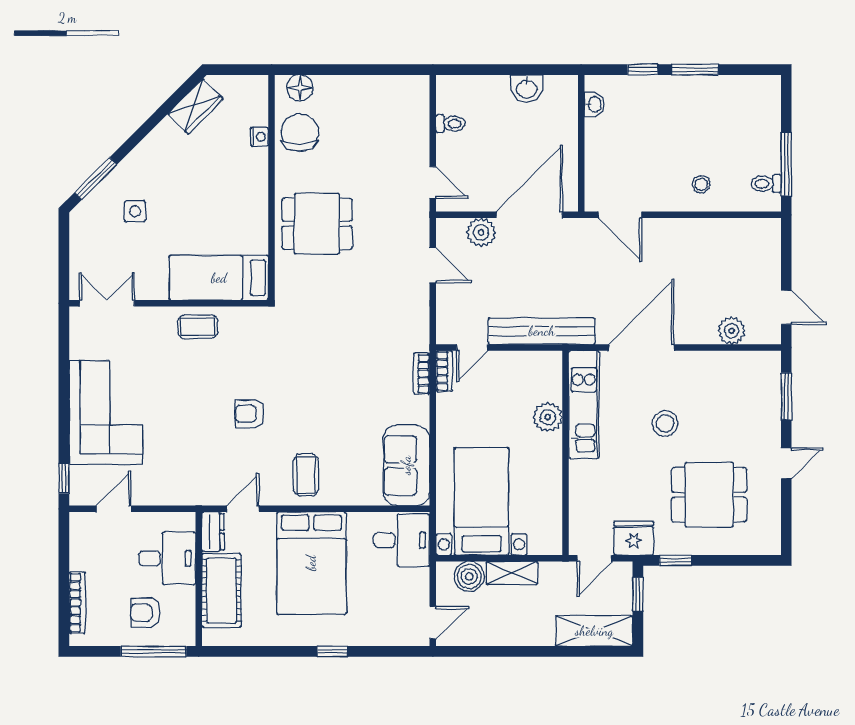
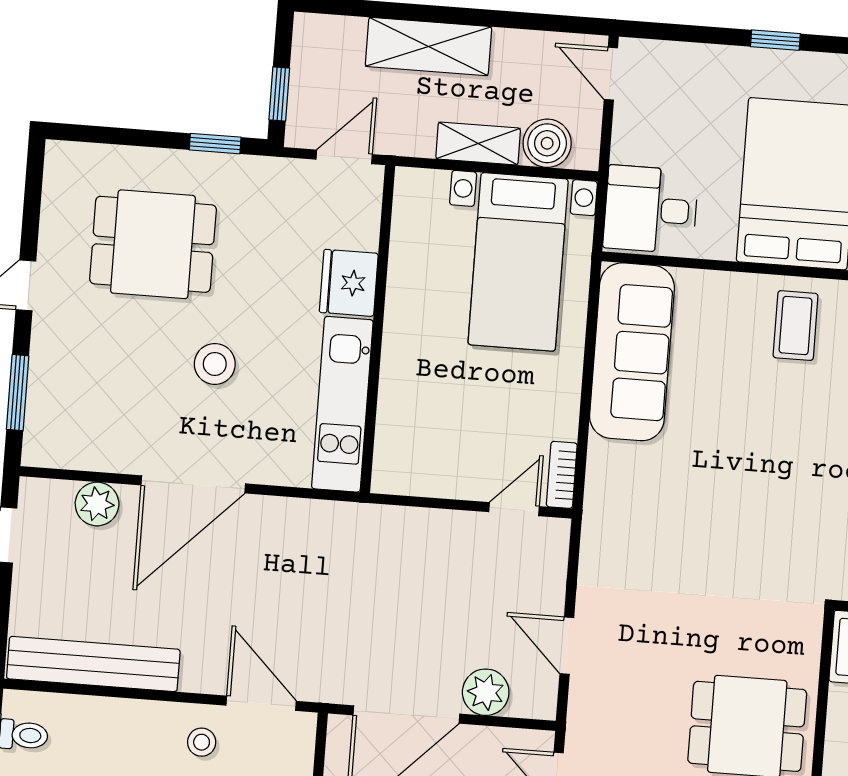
stool: (701, 184) -> (202, 742), moved
bench: (542, 331) -> (93, 664), moved
door: (642, 348) -> (193, 484), moved
bookcase: (422, 374) -> (598, 474), removed
plant: (548, 417) -> (402, 389), removed
sofa: (406, 465) -> (632, 352), width x1.36
fridge: (634, 538) -> (349, 283), moved, turned 90
door: (433, 623) -> (611, 74), hinge flipped
shelving: (594, 631) -> (428, 47), moved

